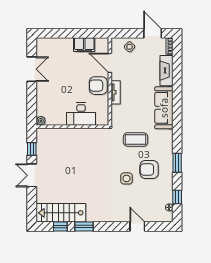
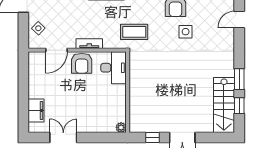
filing cabinet: (84, 45) -> (36, 111), moved
desk: (81, 114) -> (114, 68), moved
coffee table: (136, 139) -> (134, 32), moved, turned 90

